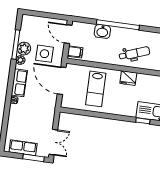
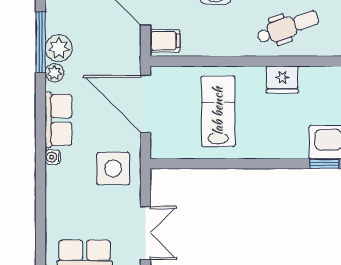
side table: (44, 54) -> (113, 168), moved
lab bench: (96, 89) -> (218, 111), turned 180

